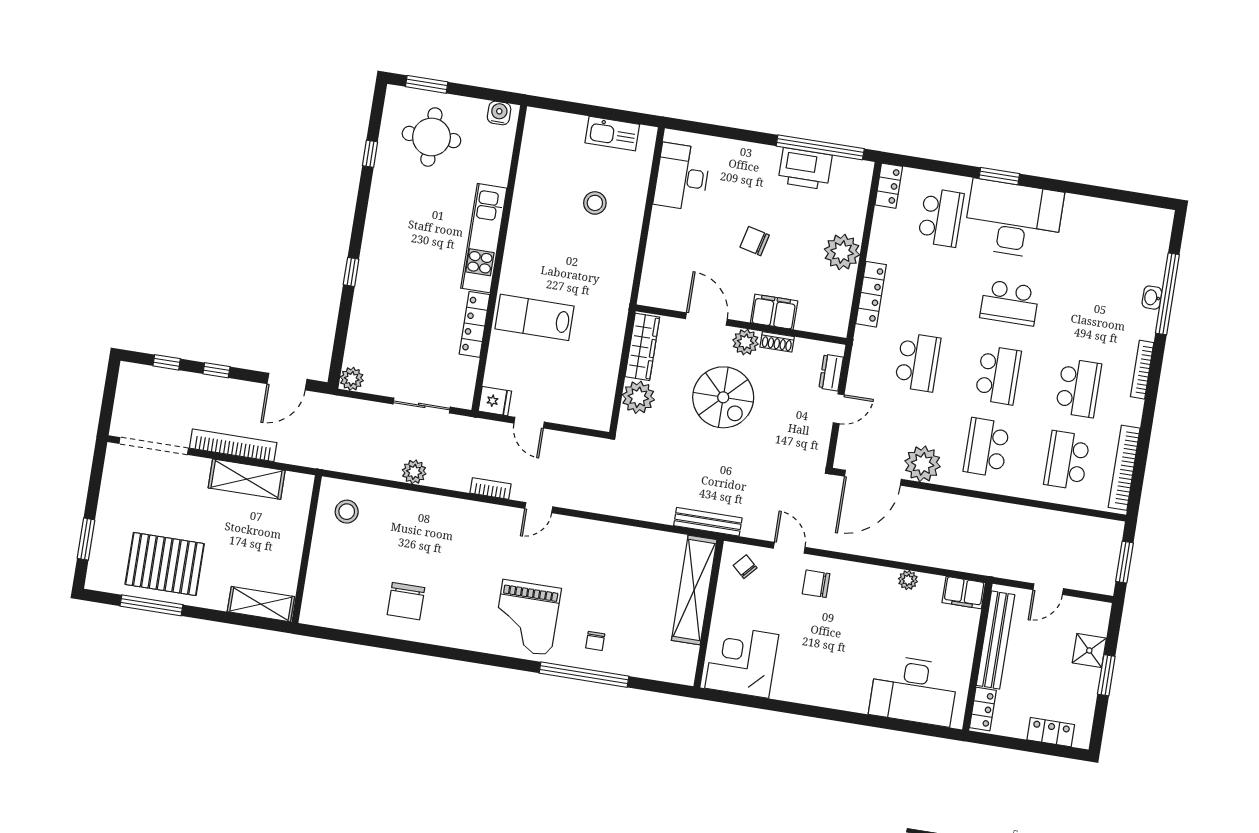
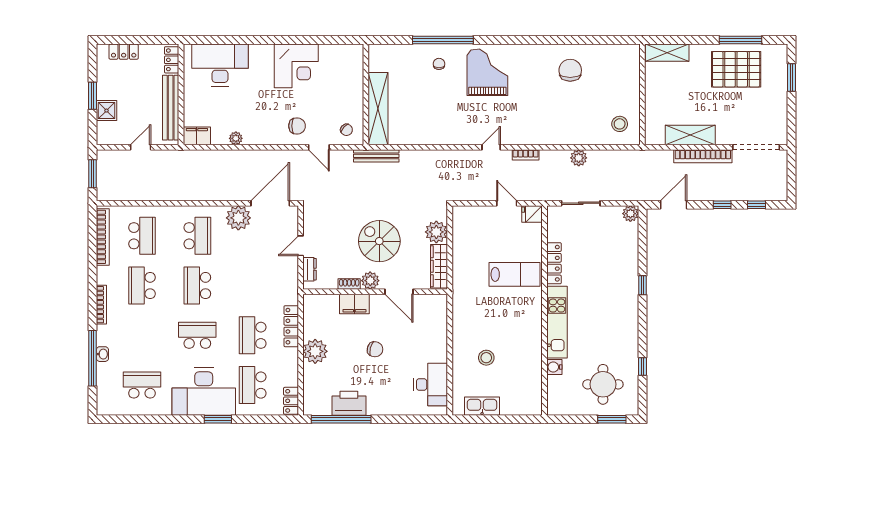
water cooler: (499, 113) -> (554, 367), moved, turned 90
school desk: (1102, 243) -> (142, 385), added
school desk: (918, 362) -> (253, 335), moved
corner desk: (742, 661) -> (296, 66), moved

